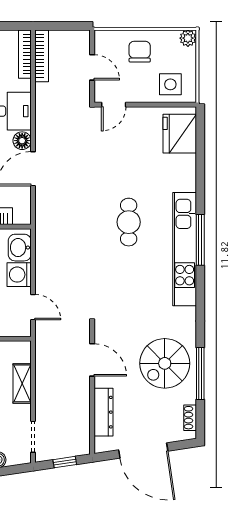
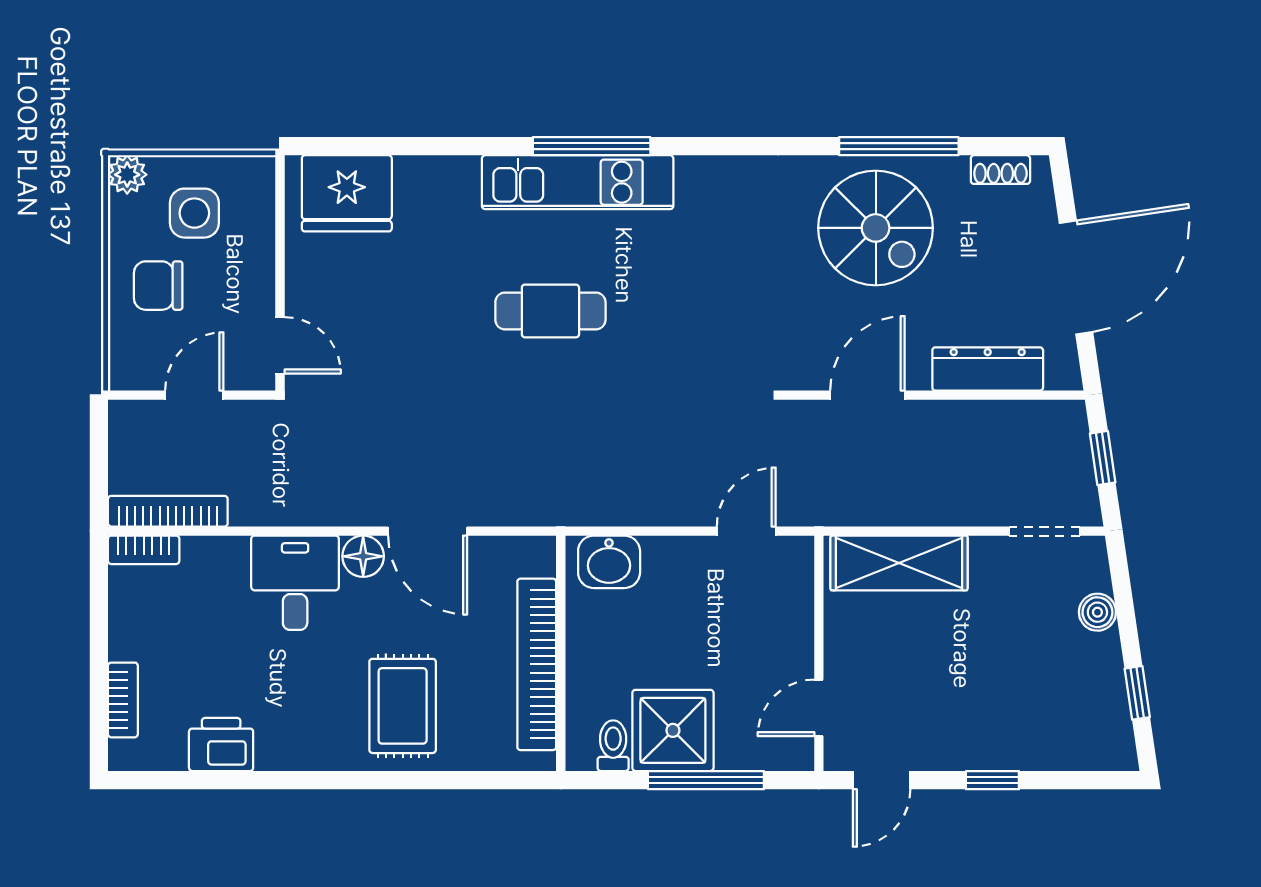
bookcase: (25, 54) -> (144, 550), width x0.64
side table: (170, 84) -> (194, 213), moved
kitchen unit: (185, 249) -> (578, 182), width x0.73
washing machine: (19, 275) -> (671, 563), removed
shelving: (22, 383) -> (899, 563), width x1.50, depth x1.33

